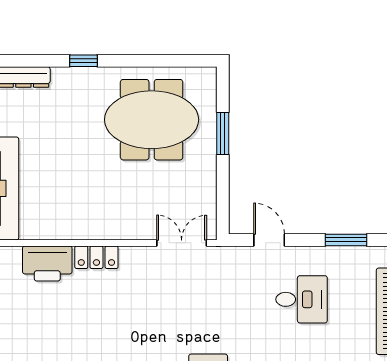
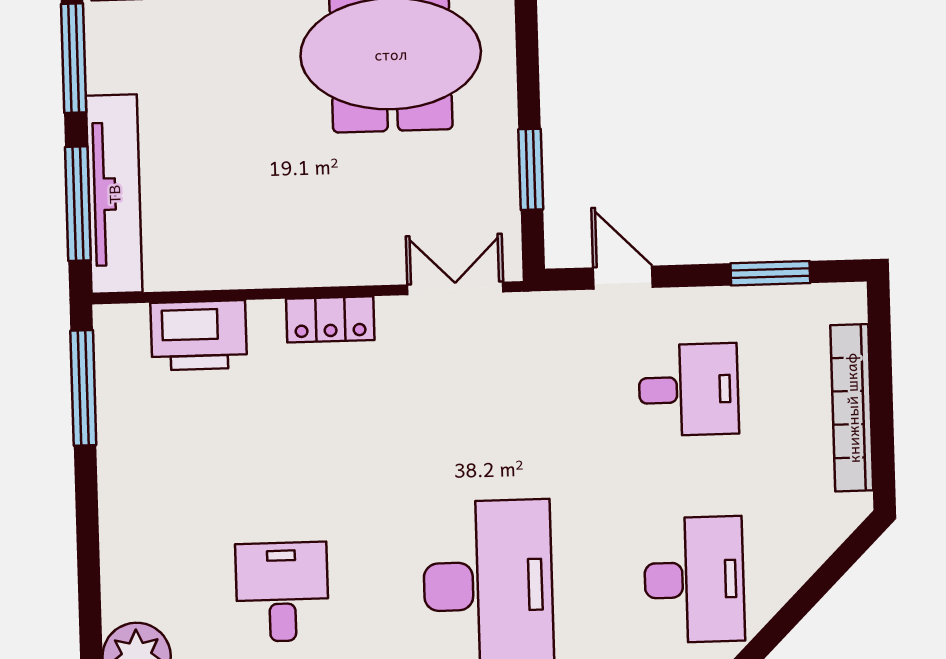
window: (223, 133) -> (531, 169), moved
locker: (96, 257) -> (330, 319), moved

